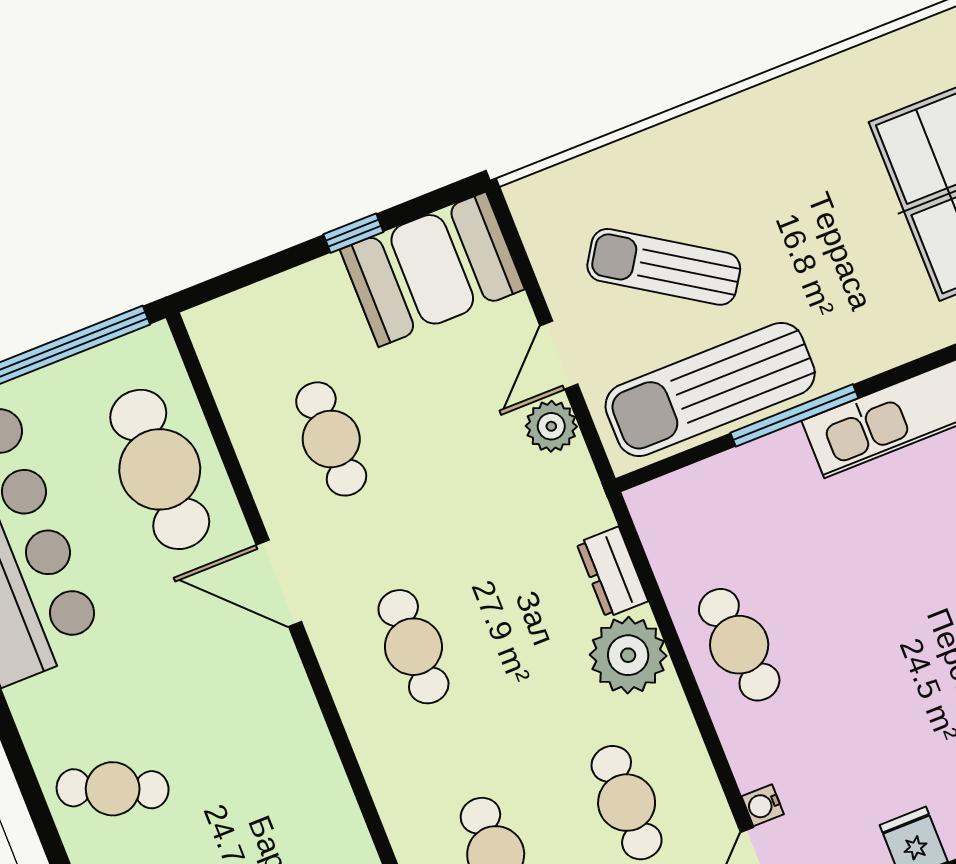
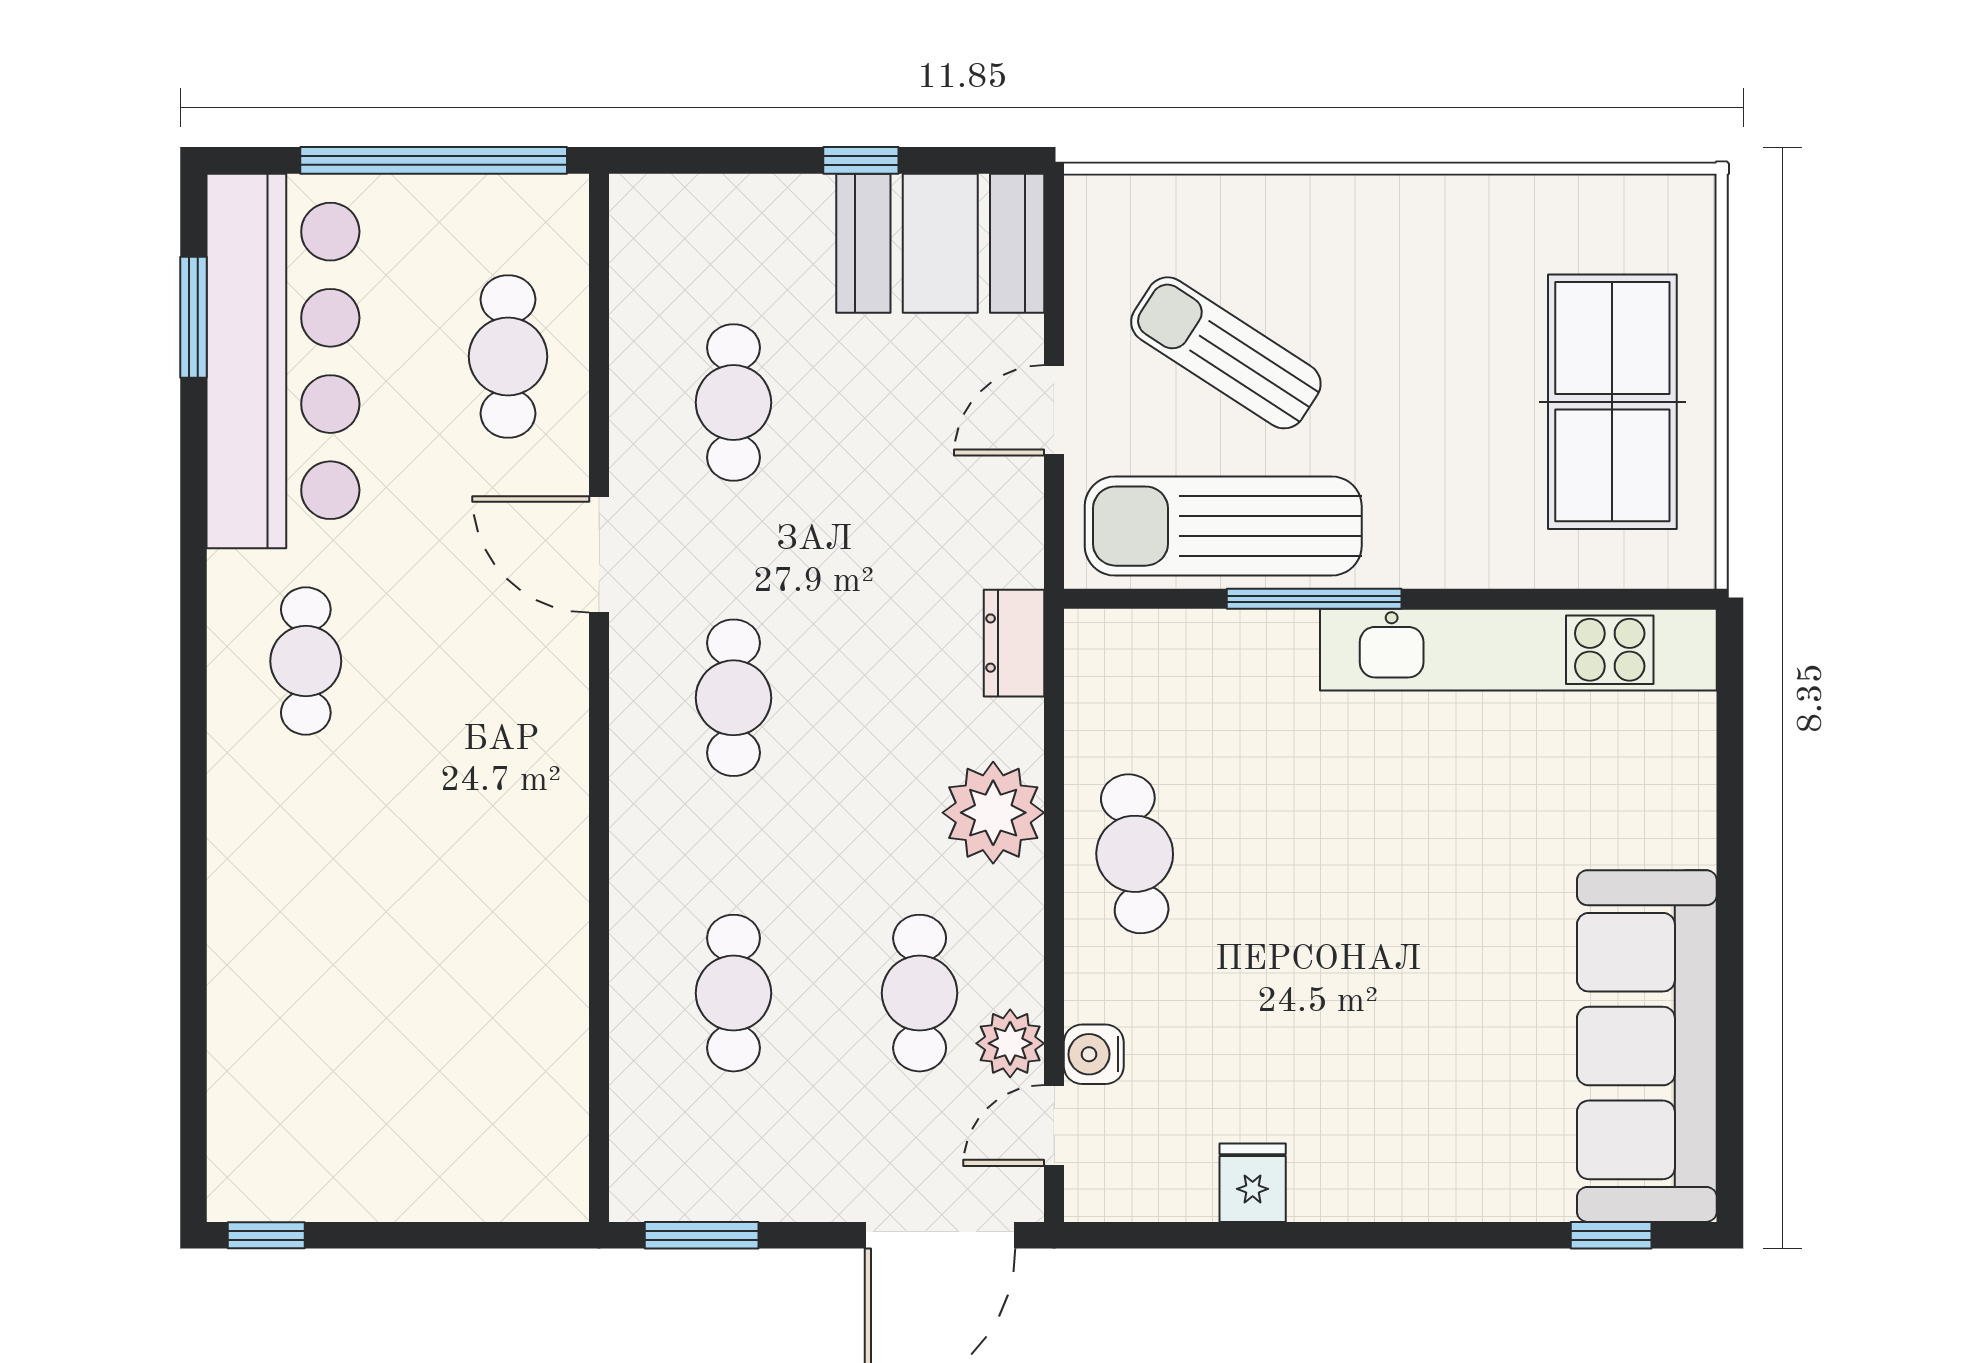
plant: (551, 426) -> (1010, 1043), moved
cafe table: (160, 469) -> (508, 356), width x0.73, depth x0.74
dresser: (612, 572) -> (1014, 643), moved
cafe table: (113, 789) -> (306, 661), moved, turned 67
water cooler: (763, 805) -> (1094, 1054), width x1.38, depth x1.38

